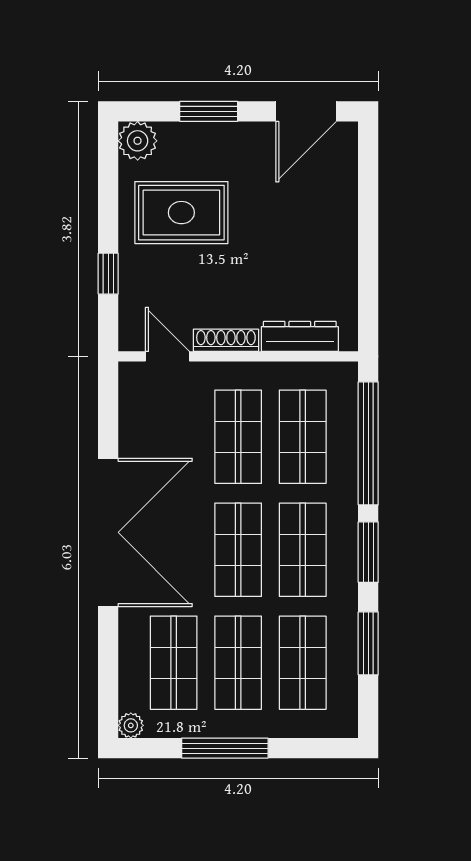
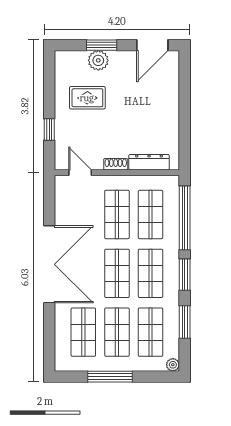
plant: (138, 141) -> (98, 60), moved
rug: (181, 213) -> (87, 98), width x0.73, depth x0.70
shoe rack: (226, 340) -> (116, 164), width x0.70
plant: (131, 725) -> (173, 365), moved

